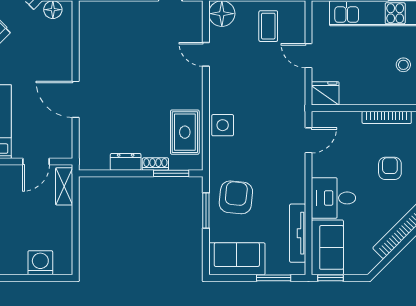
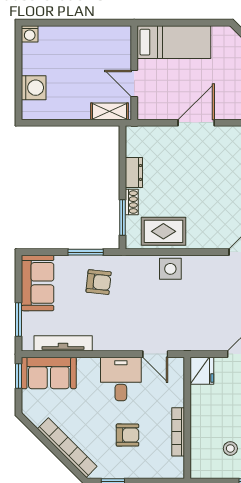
armchair: (236, 197) -> (99, 282), width x0.72, depth x0.72
desk: (333, 198) -> (121, 379), moved

